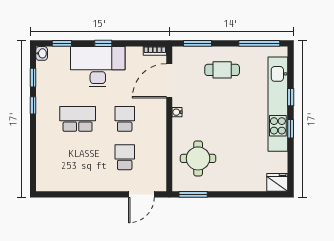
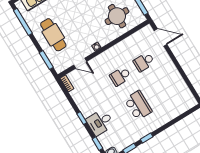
desk: (98, 67) -> (100, 122), width x0.53, depth x0.77
cafe table: (222, 70) -> (53, 35), width x1.37, depth x1.35
door: (169, 81) -> (80, 63), width x0.53
school desk: (78, 119) -> (138, 105), turned 180

